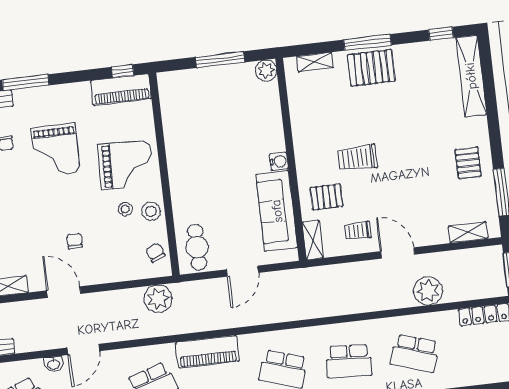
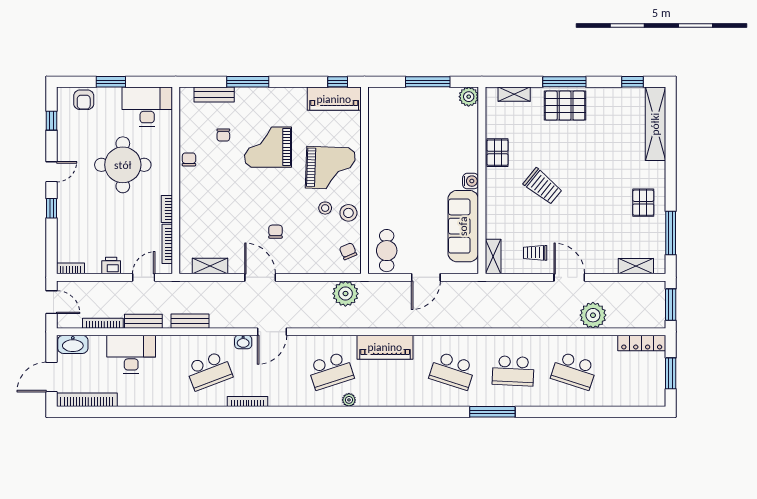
grand piano: (56, 150) -> (268, 147), turned 90
trolley: (357, 158) -> (543, 186), turned -141
pallet: (326, 197) -> (498, 153), moved, turned 90

